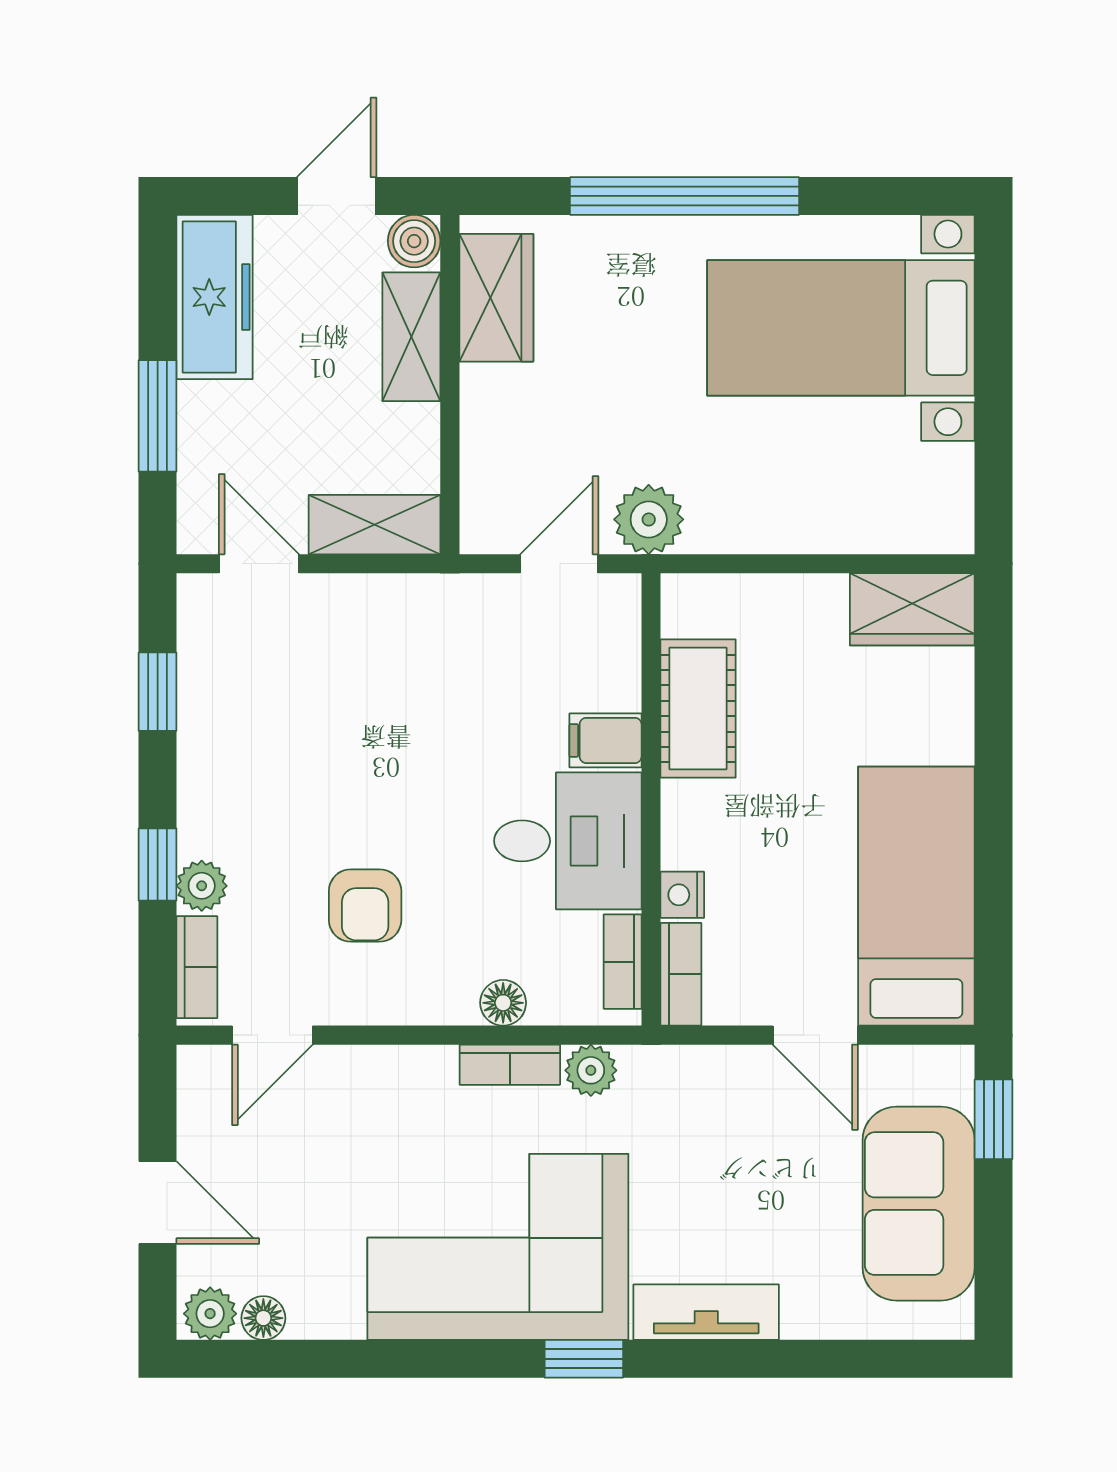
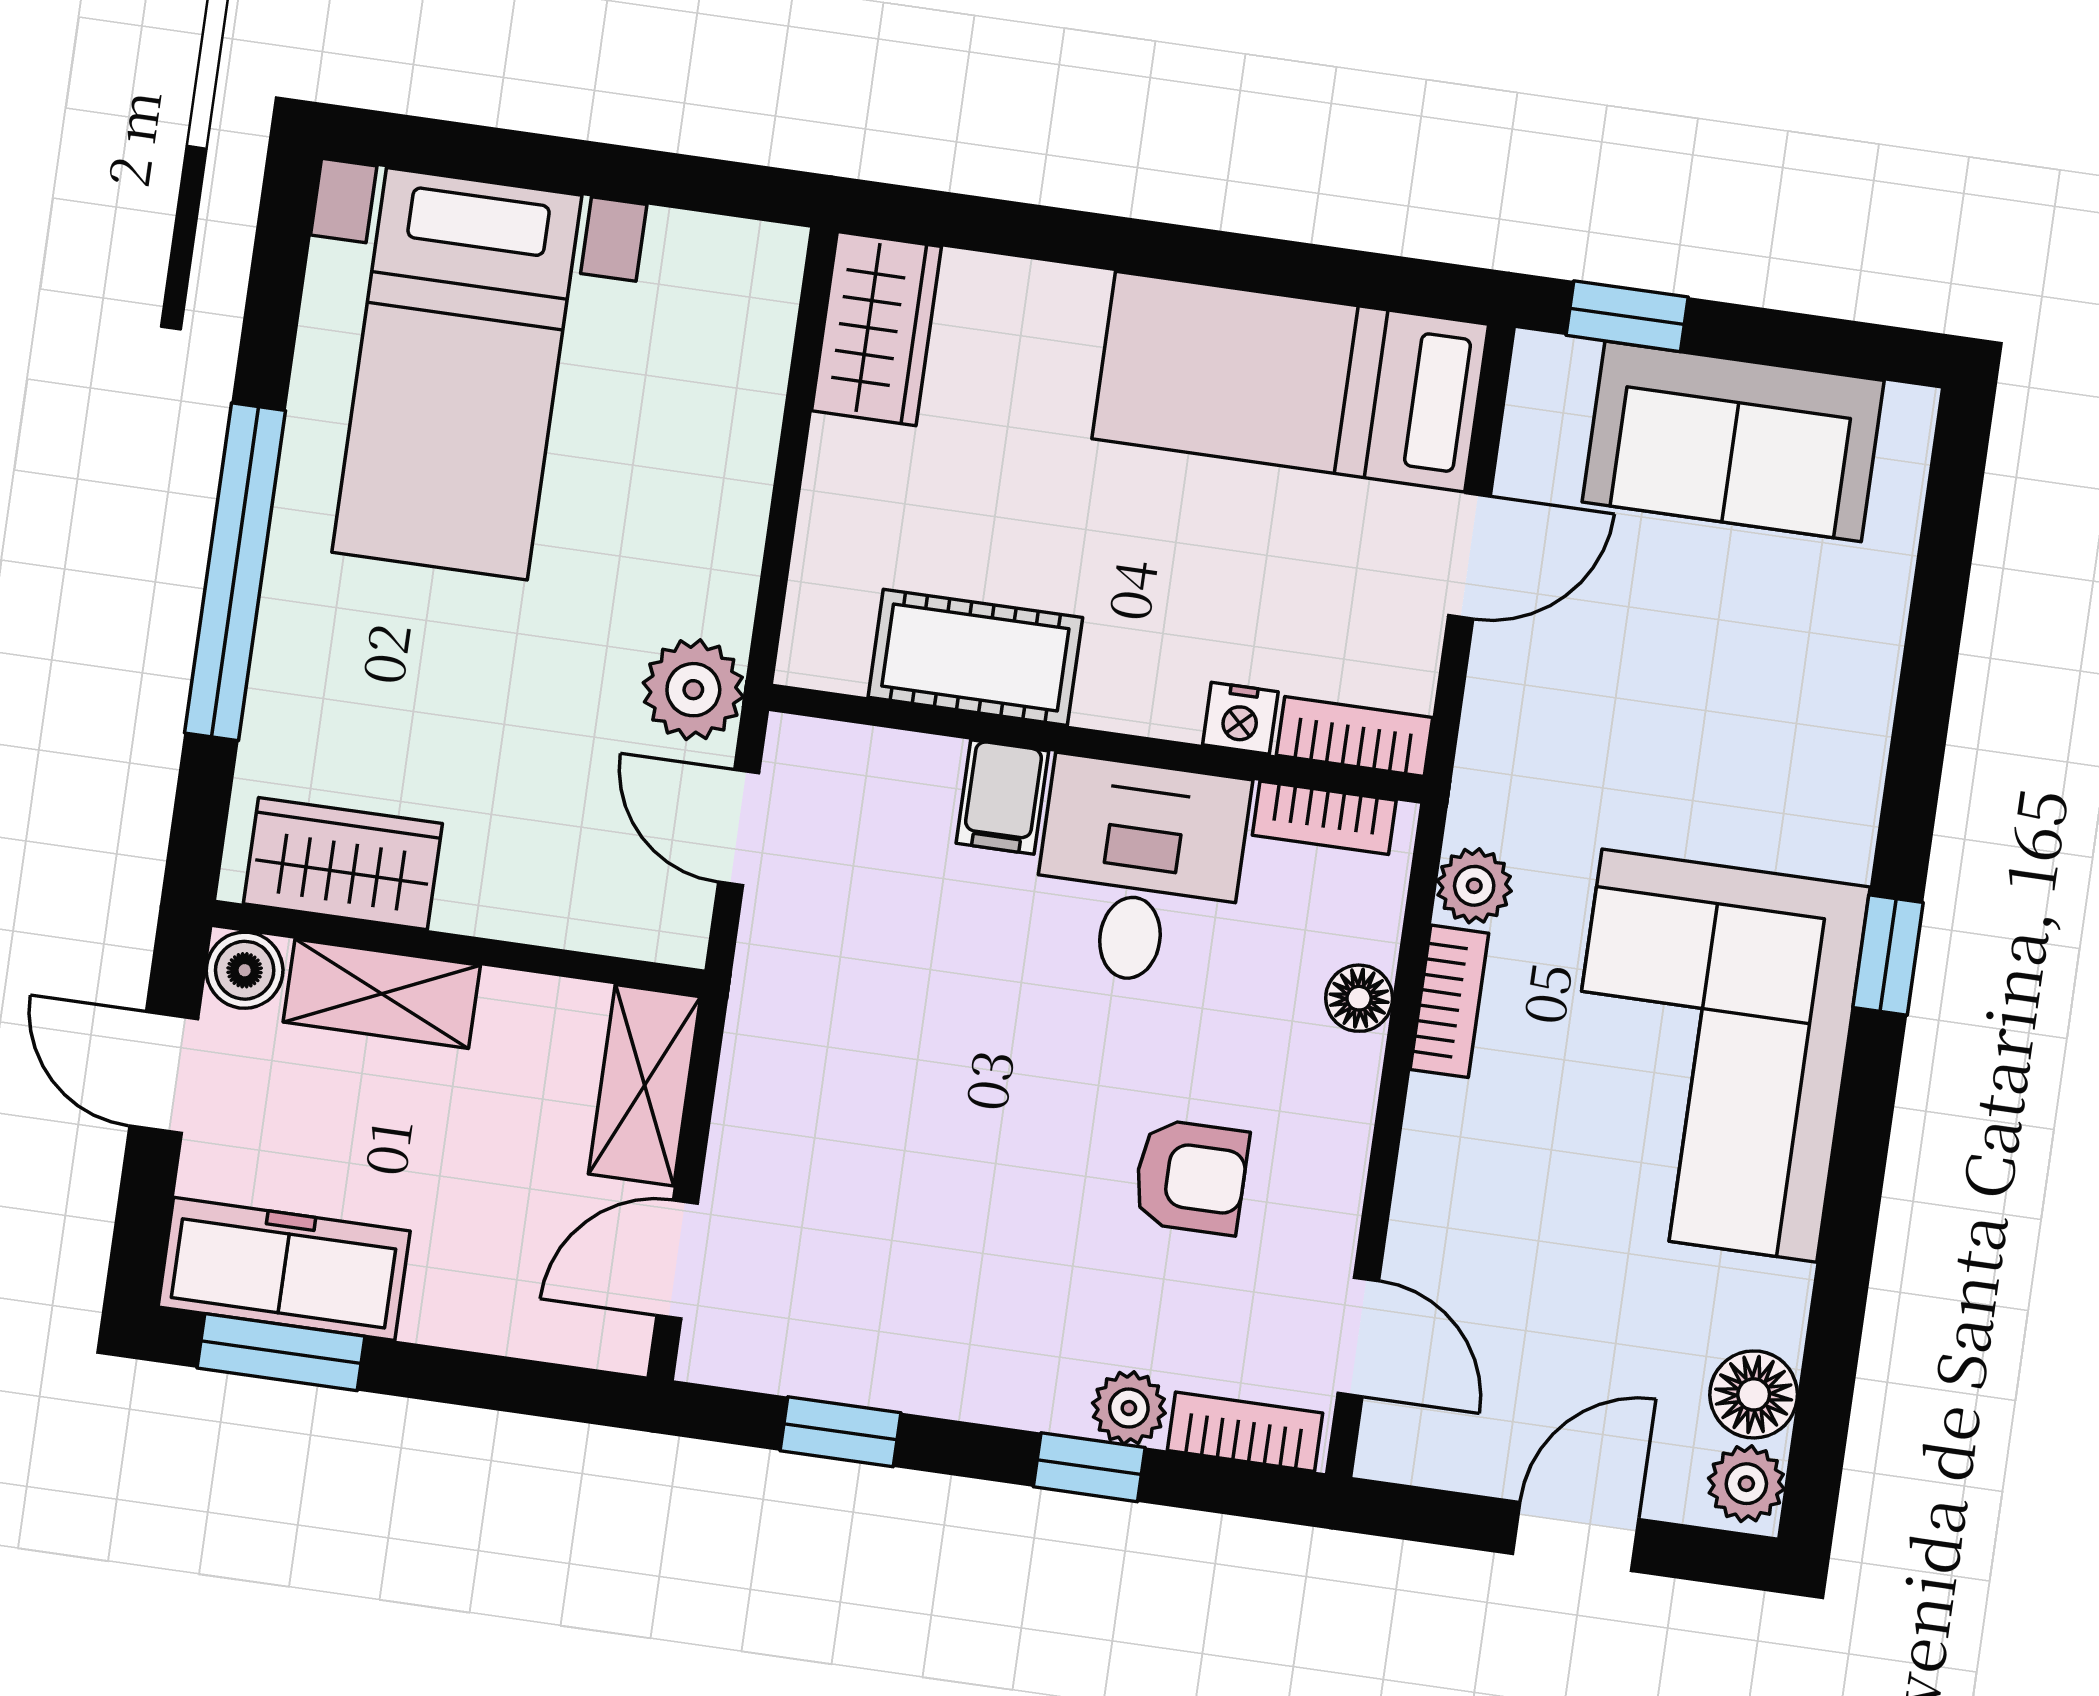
window: (158, 416) -> (281, 1352), moved
tv unit: (706, 1312) -> (1846, 769), removed
floor lamp: (263, 1318) -> (1754, 1394), width x1.37, depth x1.37

